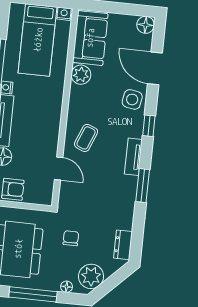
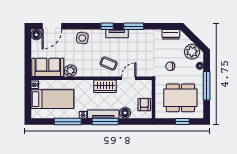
door: (155, 68) -> (52, 26), moved
window: (149, 126) -> (107, 26), moved
wardrobe: (50, 128) -> (105, 86), added

